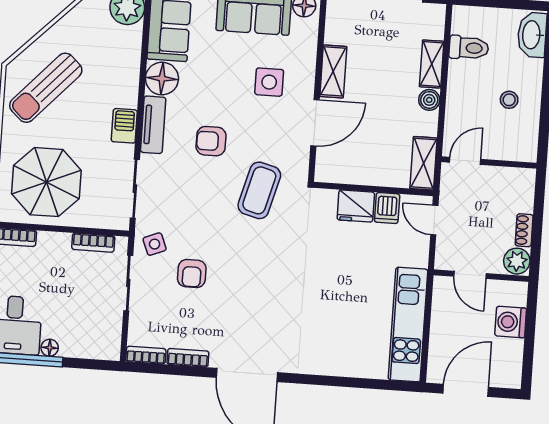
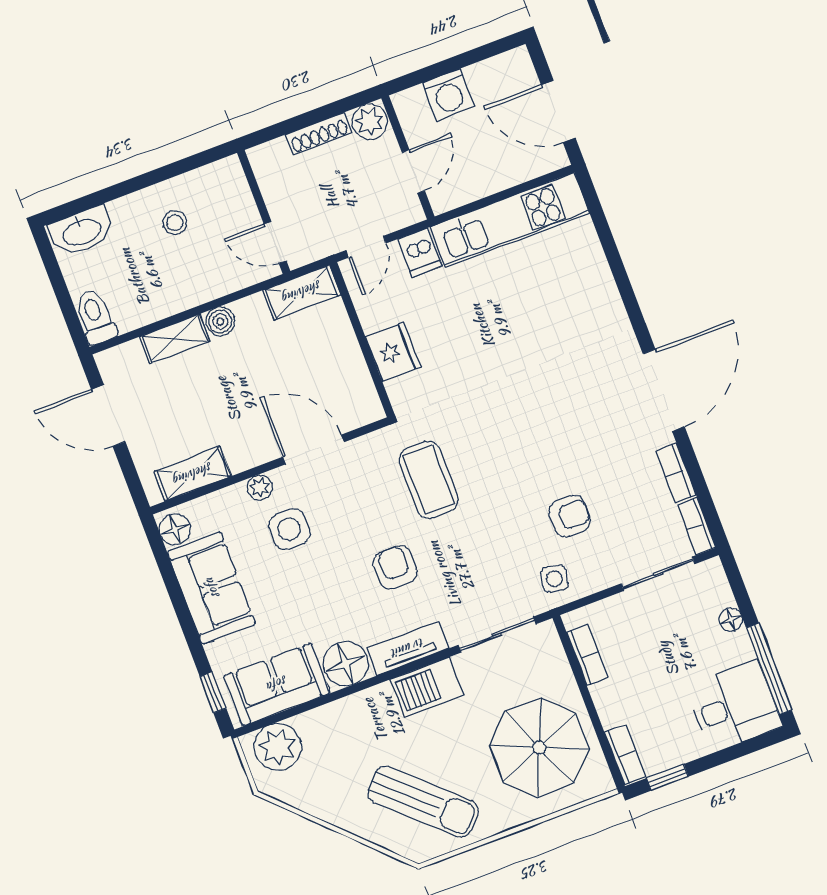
toilet: (469, 48) -> (95, 317), moved
shelving: (333, 71) -> (193, 474), moved
plant: (306, 75) -> (260, 487), added
barbecue: (124, 126) -> (427, 687), width x1.38, depth x1.27
armchair: (211, 141) -> (395, 567), turned 180
coffee table: (259, 190) -> (429, 480), turned 75
dishwasher: (387, 208) -> (420, 253), moved, turned 90
shoe rack: (524, 230) -> (318, 134), width x1.43
side table: (155, 244) -> (554, 579), turned 35
sliding door: (128, 283) -> (658, 574), moved
floor lamp: (50, 348) -> (731, 620), moved

